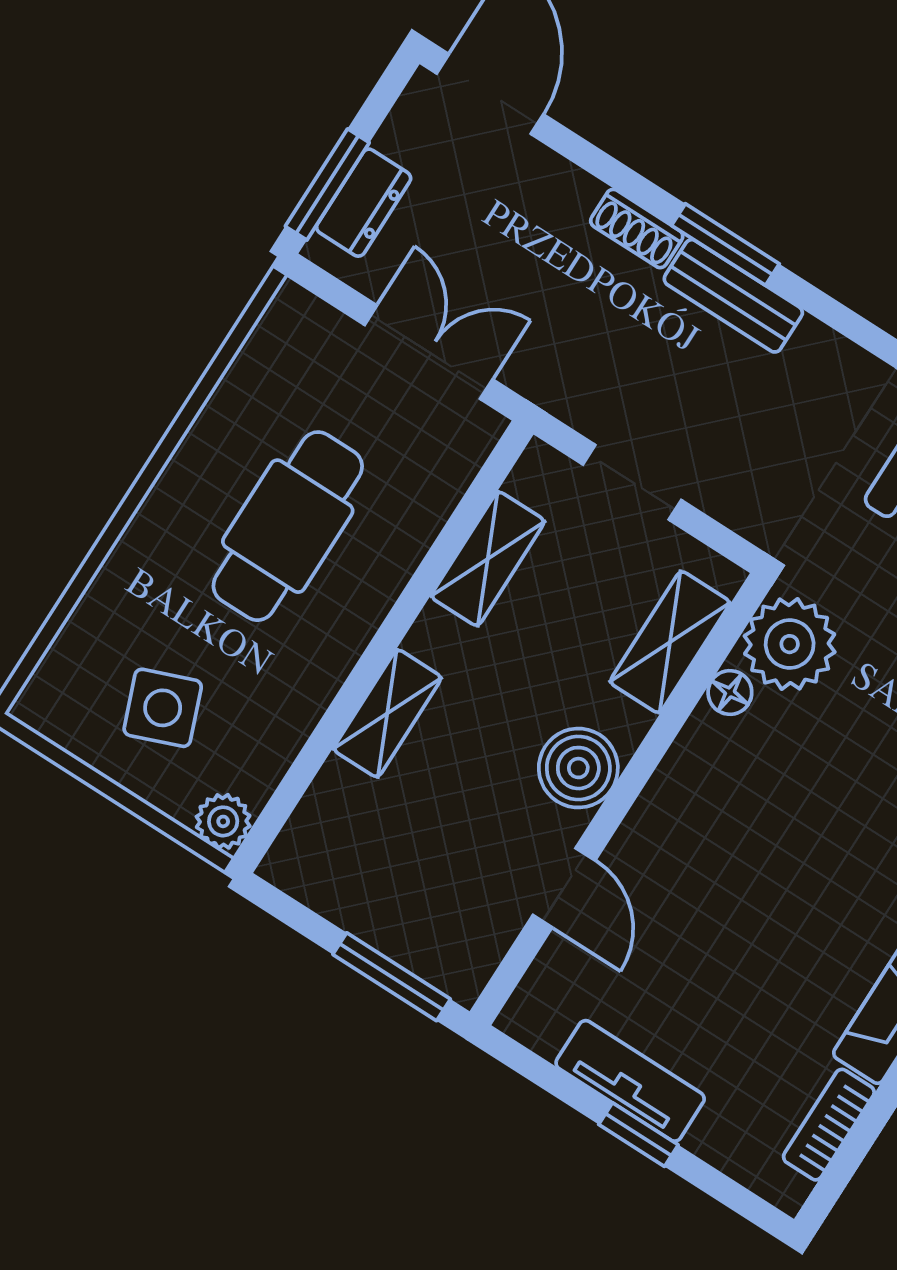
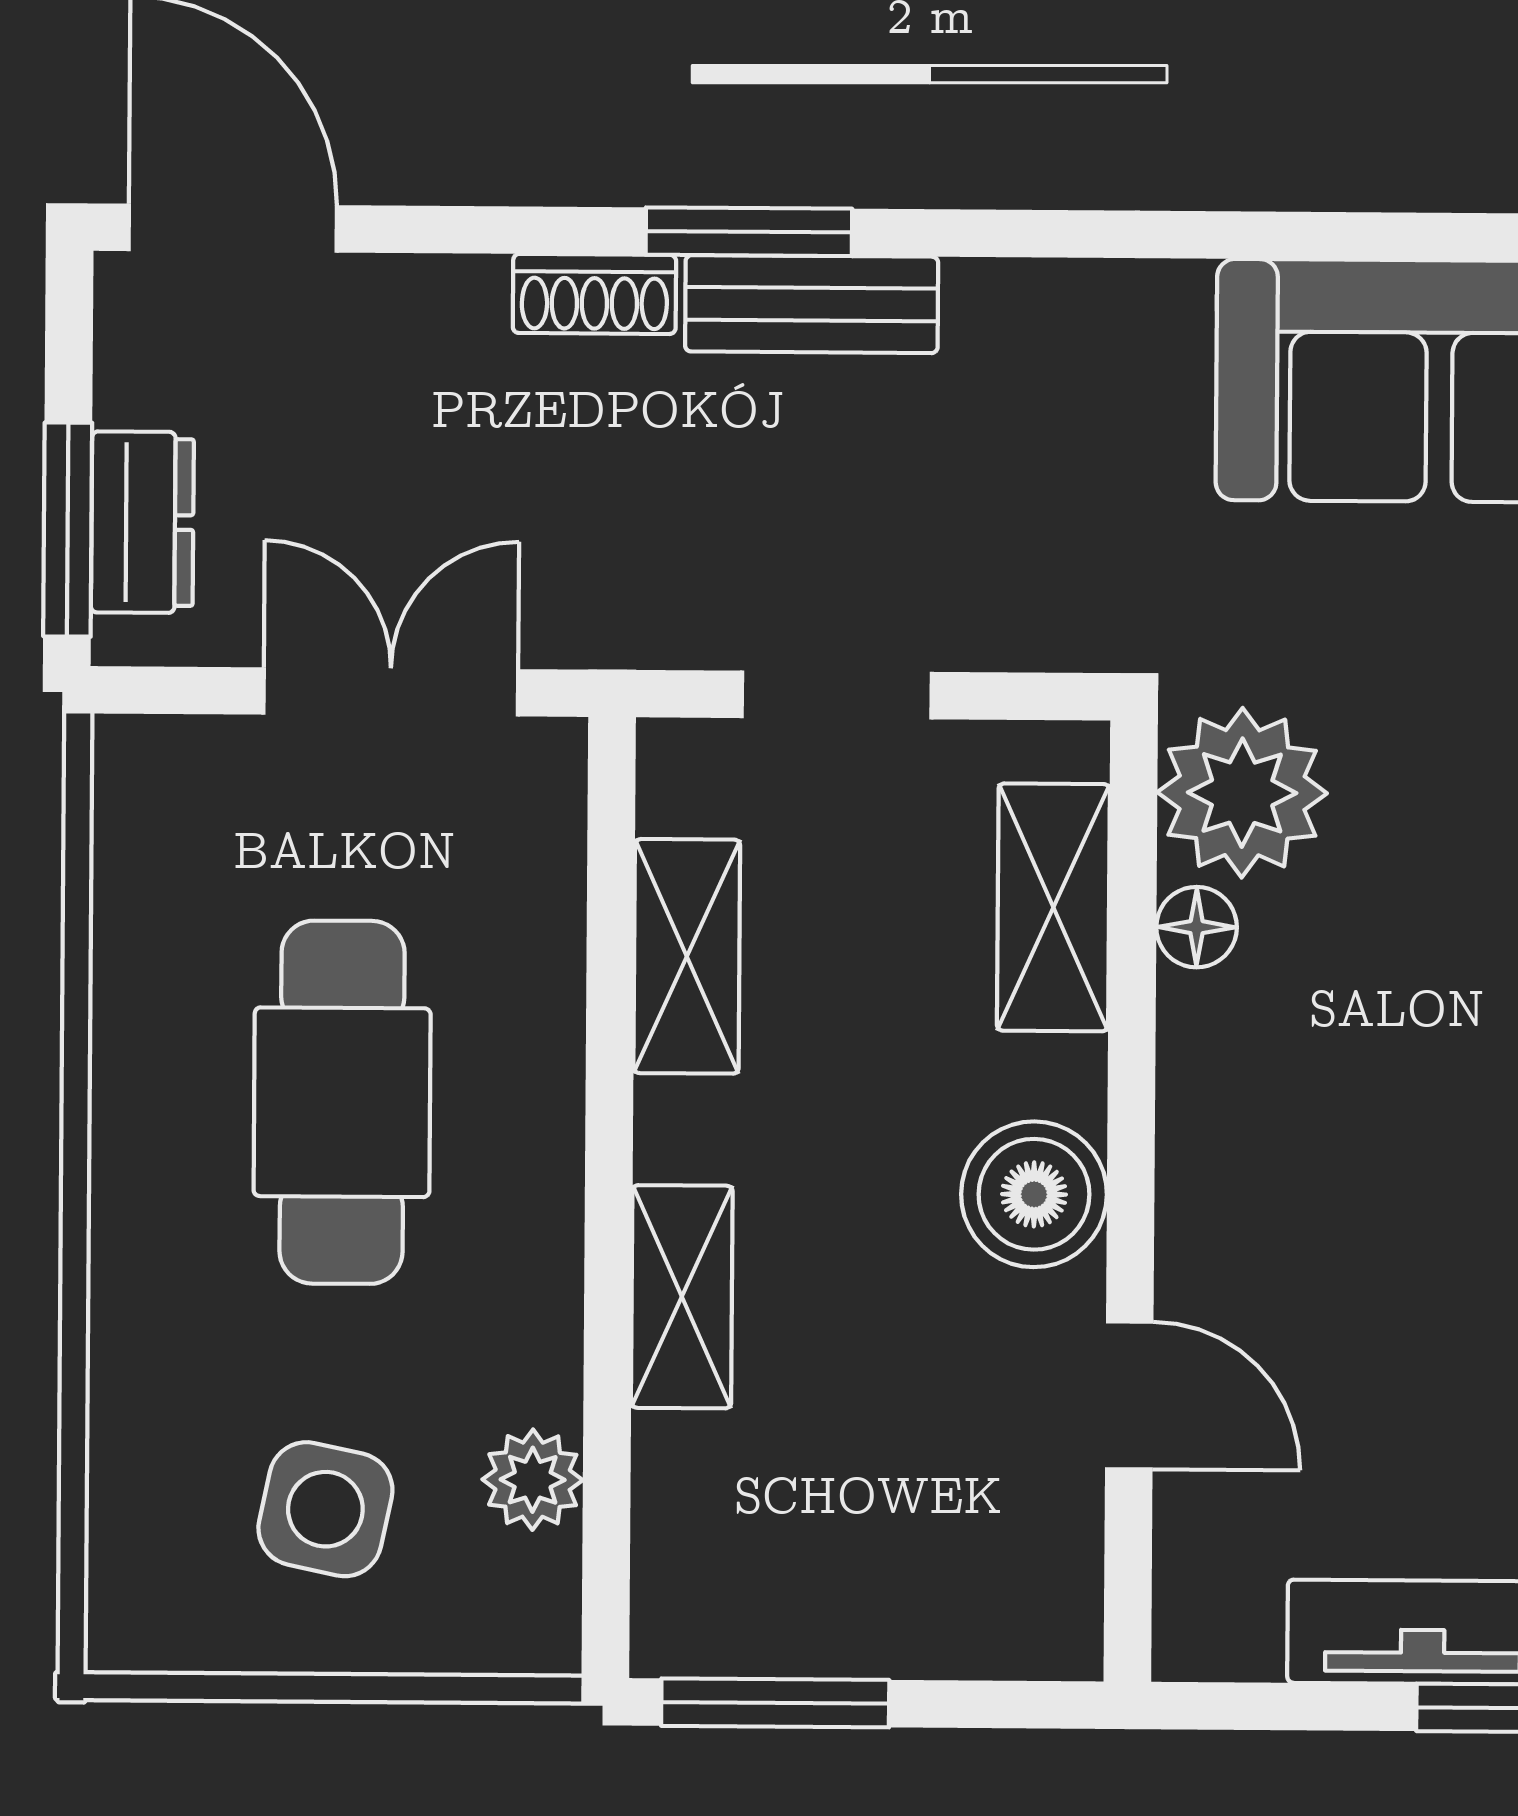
side table: (163, 708) -> (325, 1509), turned 33
plant: (223, 821) -> (533, 1480), moved
window: (392, 977) -> (775, 1703), moved

